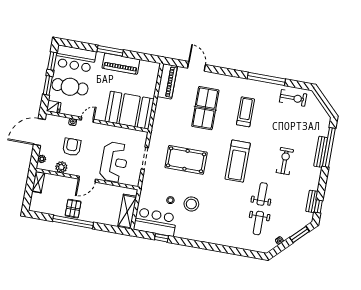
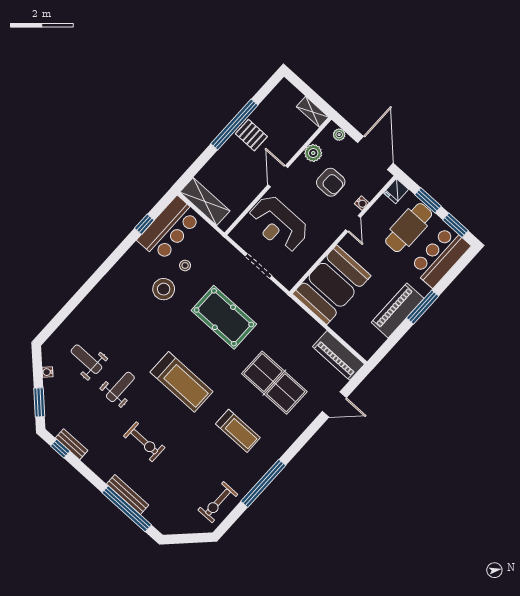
pool table: (186, 160) -> (224, 317), turned 90
treadmill: (238, 161) -> (181, 382), turned 180
weight bench: (262, 194) -> (120, 387), turned -90

